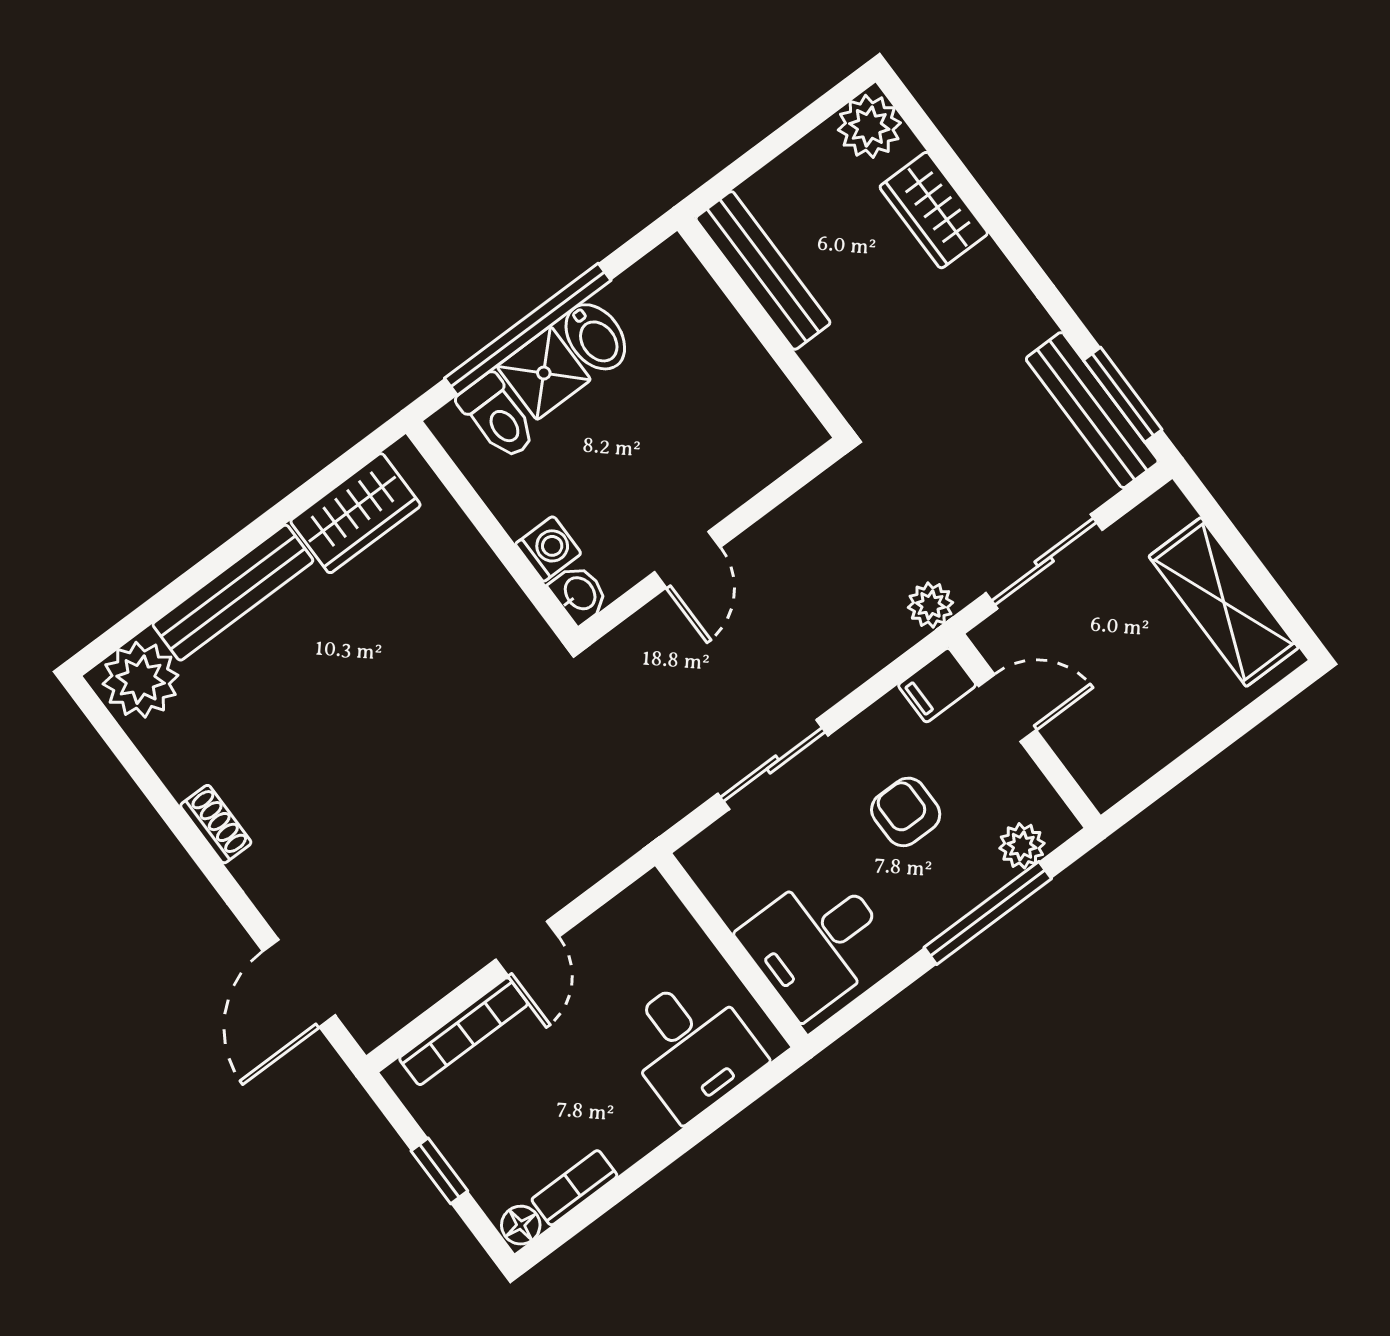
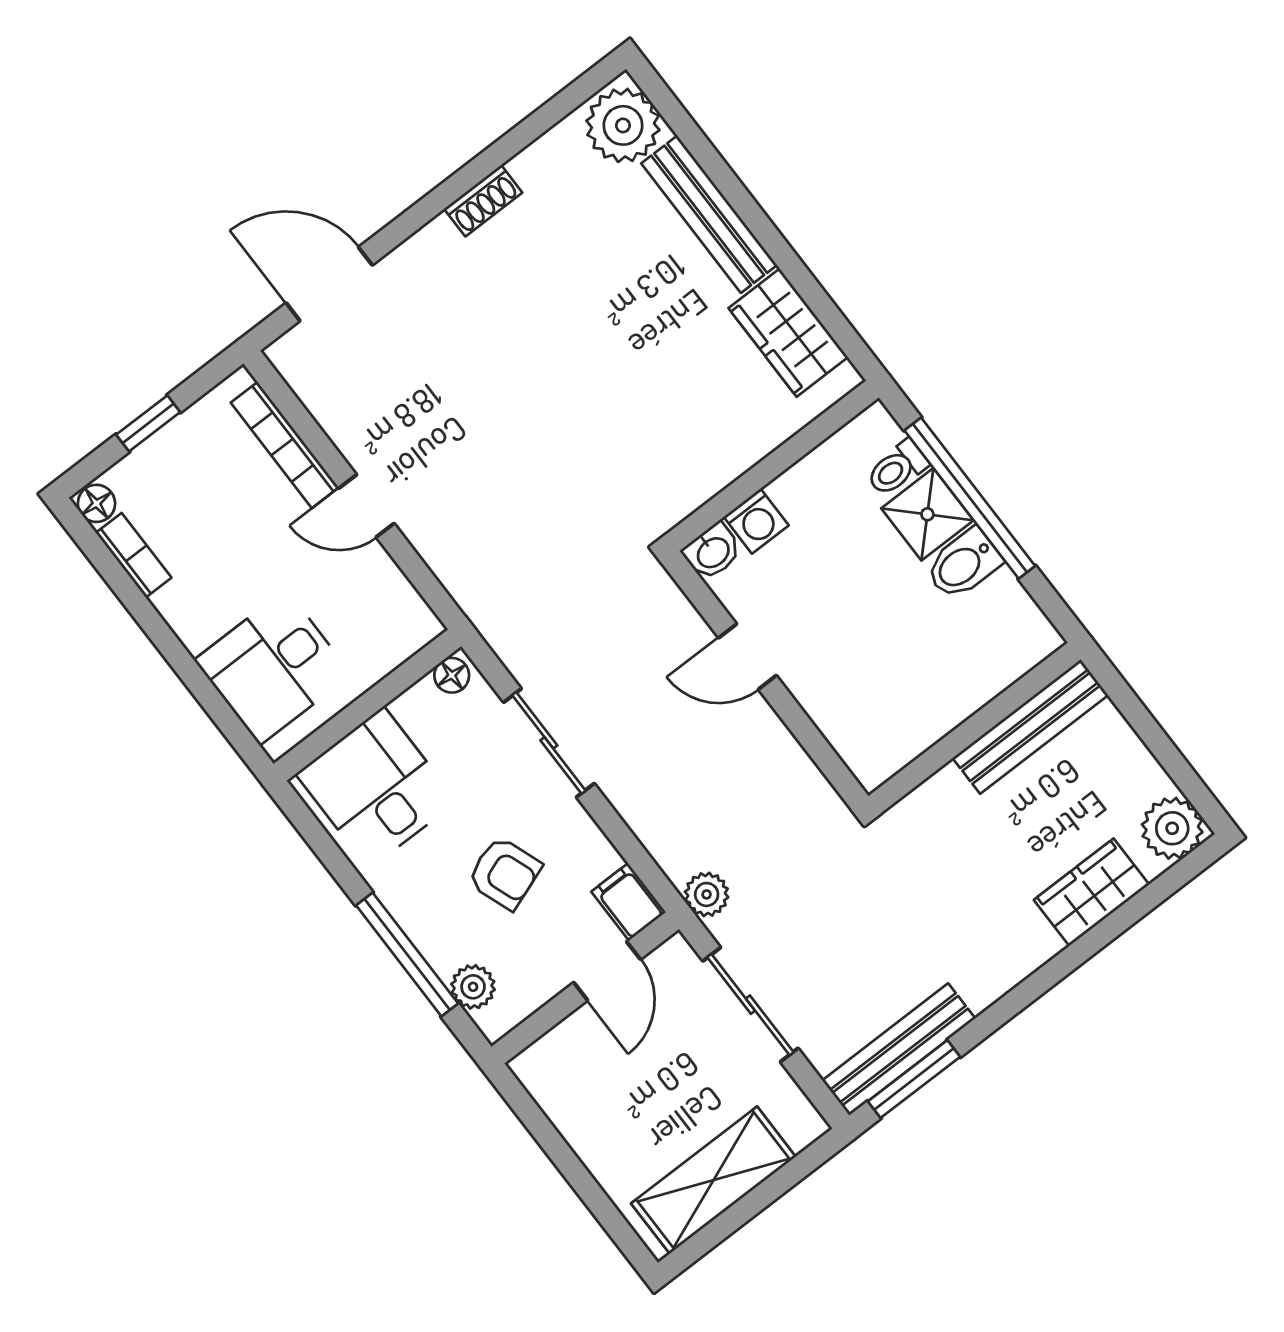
toilet: (498, 417) -> (897, 468), width x0.73, depth x0.72
armchair: (906, 812) -> (504, 873), turned 70
floor lamp: (702, 863) -> (452, 675), added

